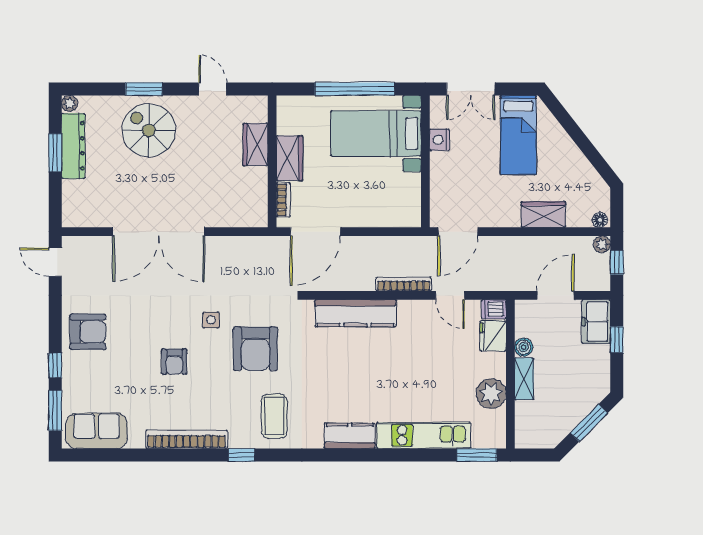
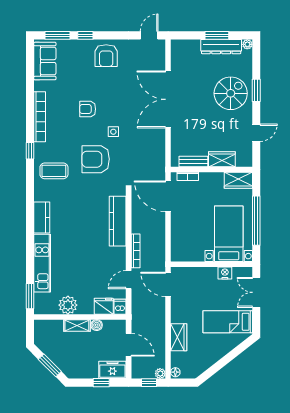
wardrobe: (290, 158) -> (238, 180), moved
bench: (259, 191) -> (193, 161), added

